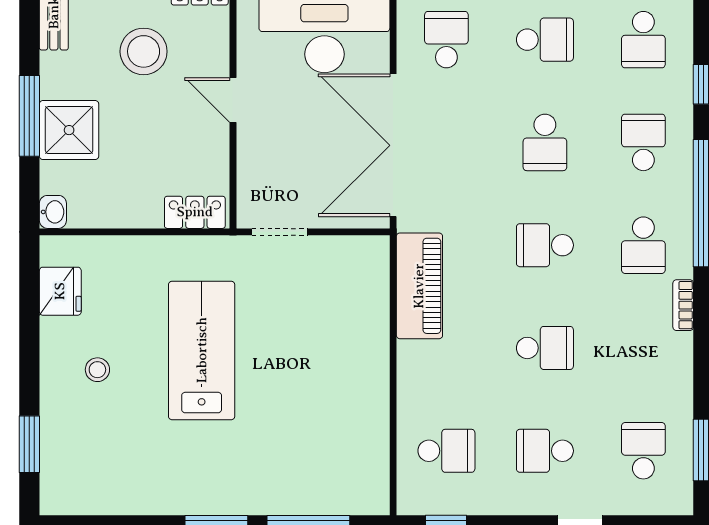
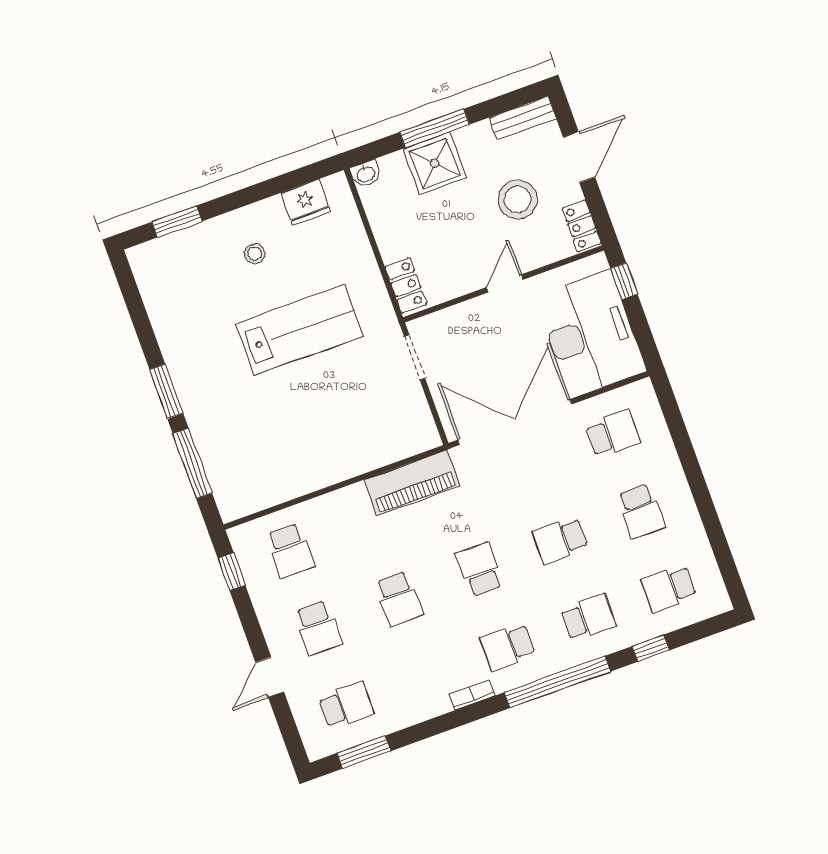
school desk: (545, 451) -> (318, 628), turned 180

